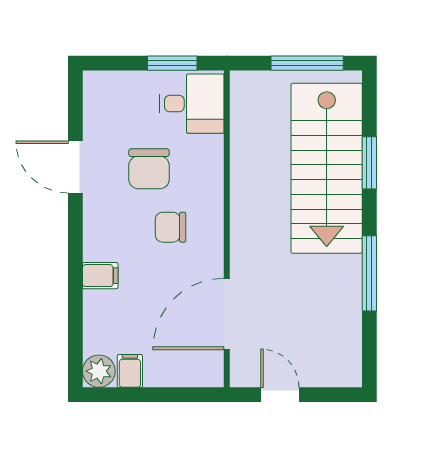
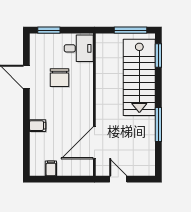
window: (172, 63) -> (49, 30), moved
window: (369, 163) -> (158, 56), moved
chair: (171, 227) -> (69, 104), removed
plant: (99, 371) -> (37, 169), removed

